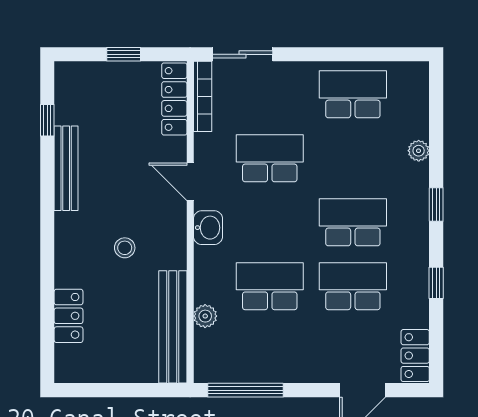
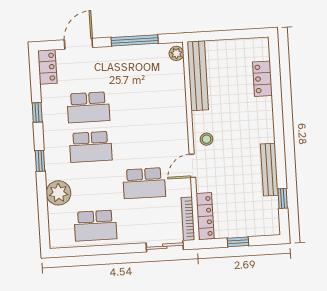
plant: (419, 151) -> (59, 193), width x1.88, depth x1.88
door: (190, 182) -> (192, 166), swing flipped
washbasin: (208, 228) -> (180, 138), removed
stool: (125, 248) -> (206, 139), moved
school desk: (270, 286) -> (140, 104), removed
plant: (205, 316) -> (176, 53), moved
window: (246, 390) -> (135, 40), moved

